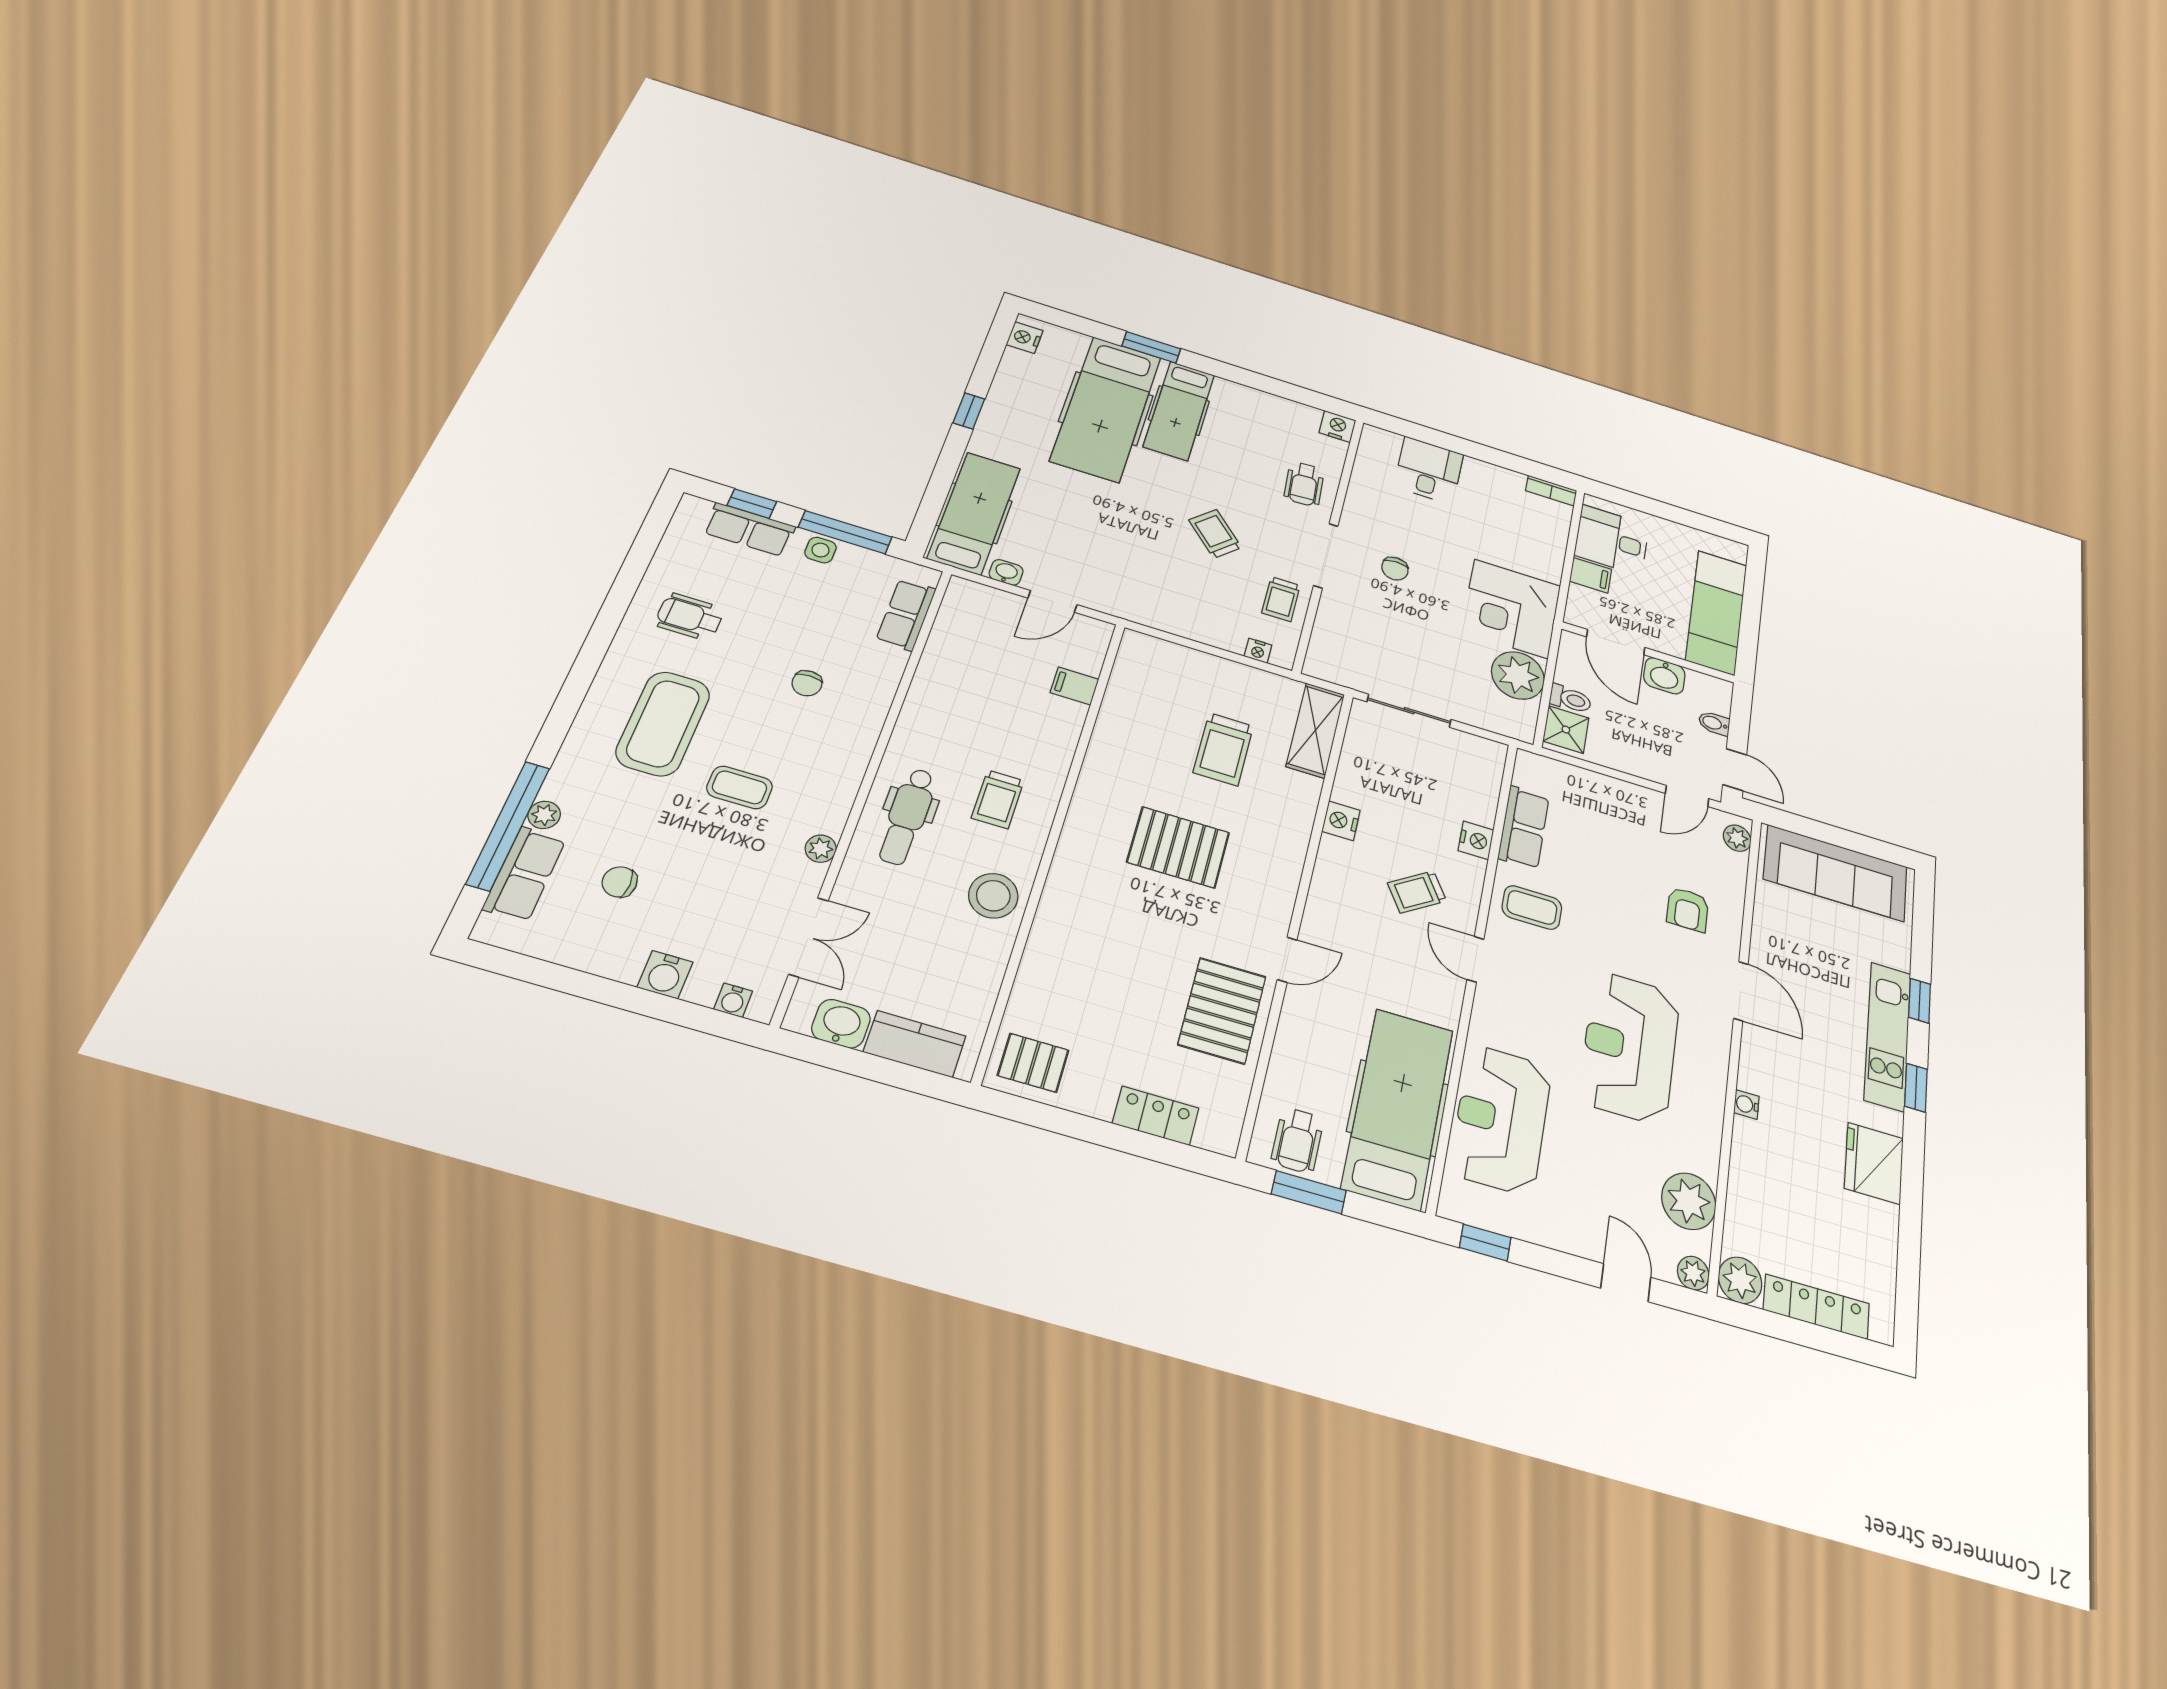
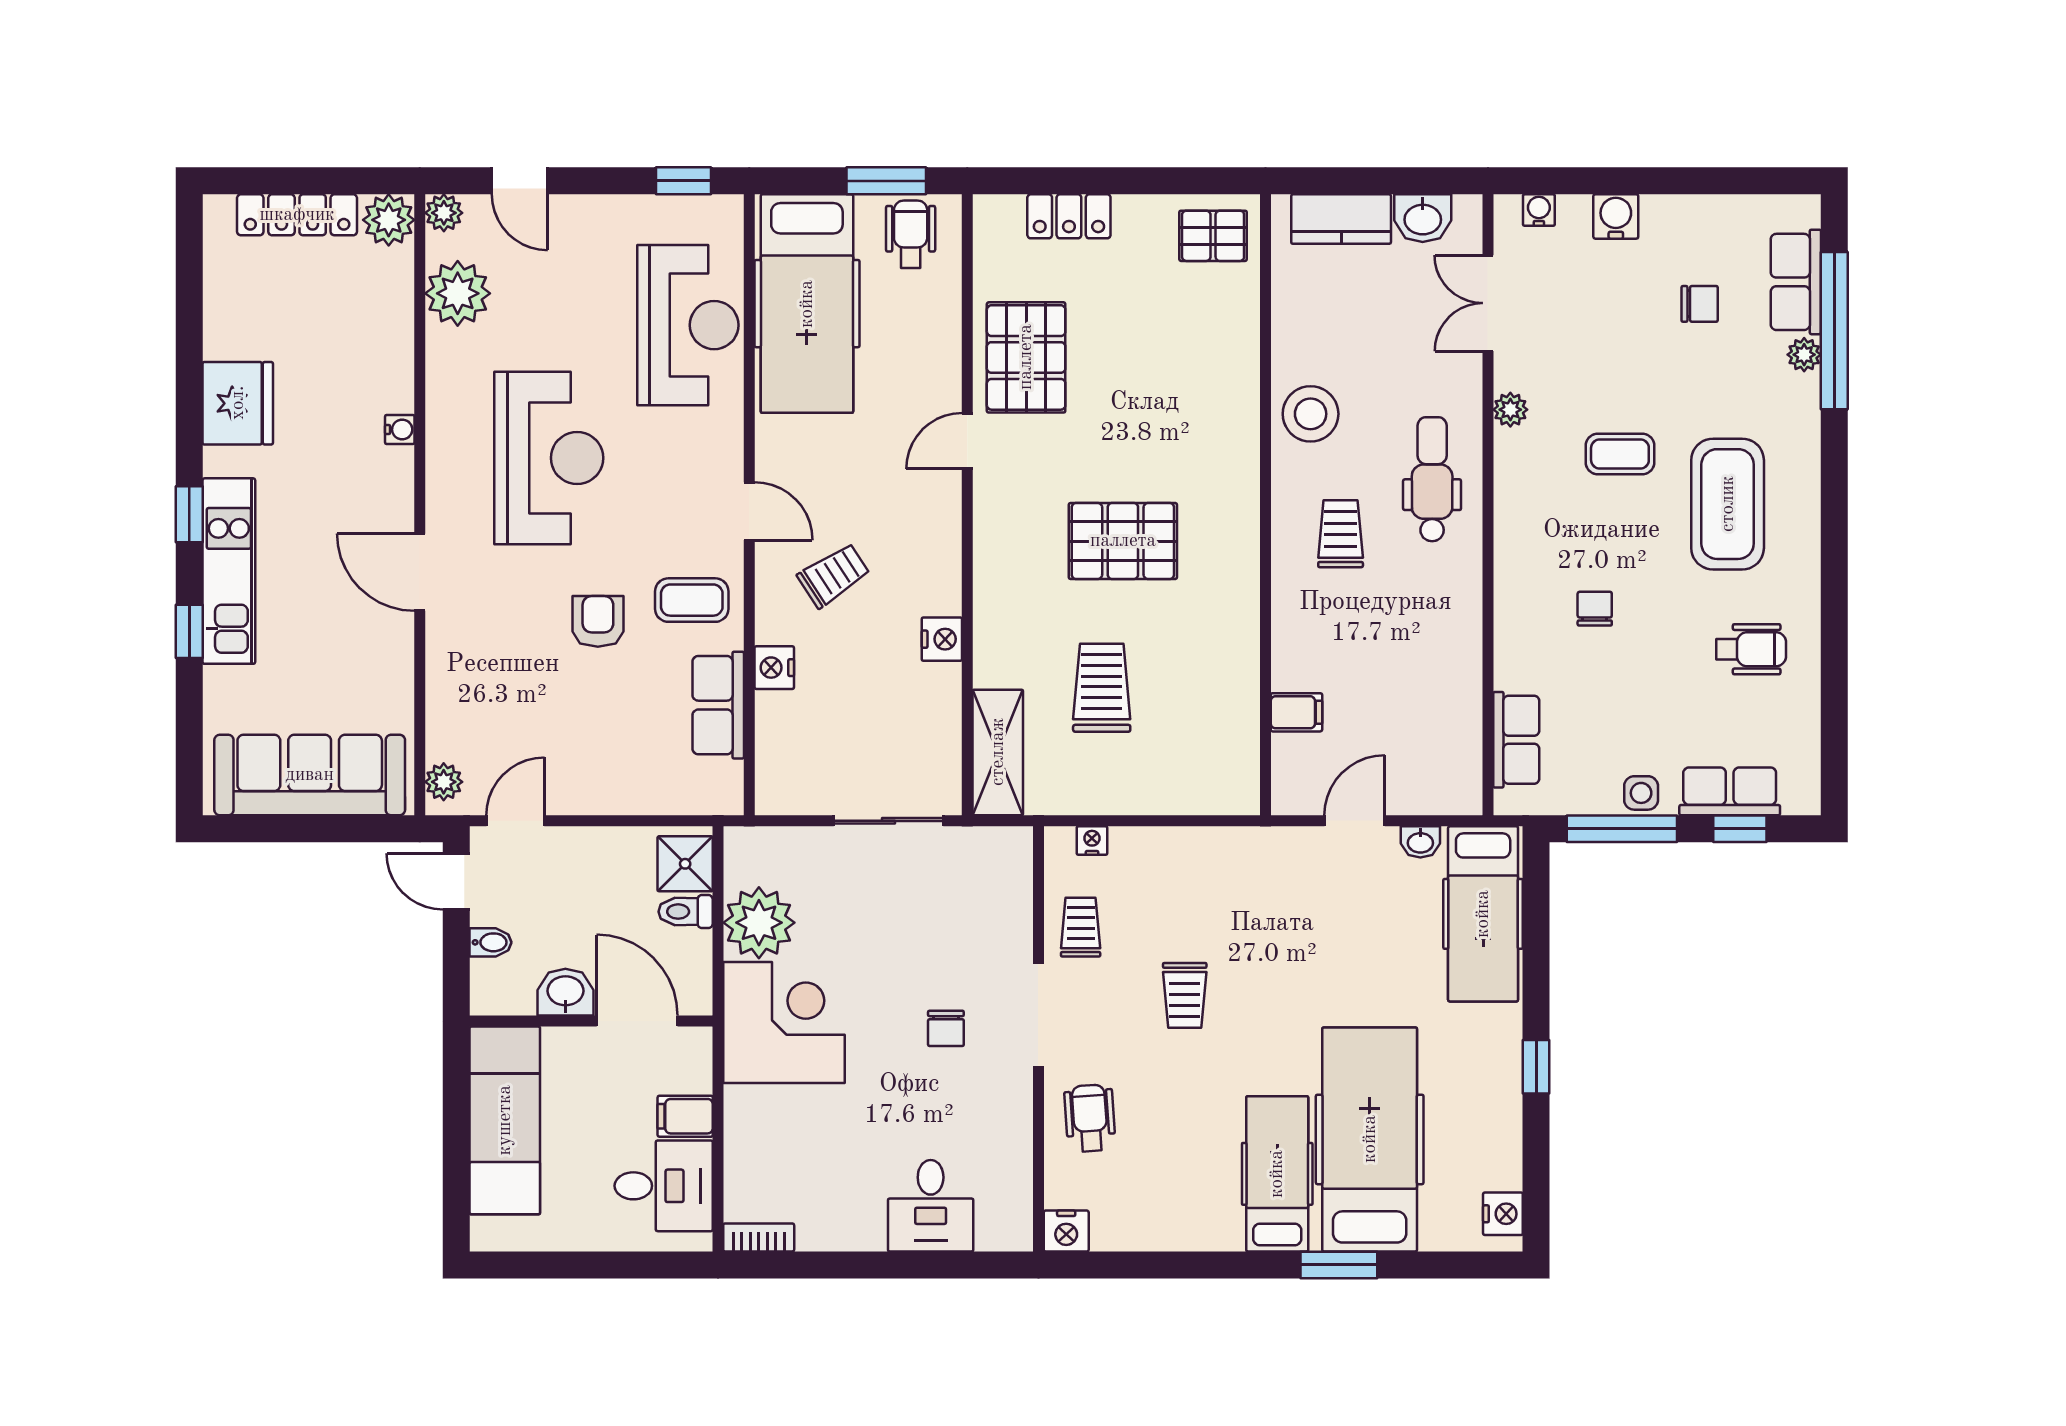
trolley: (1215, 534) -> (1185, 995), turned 44
chair: (1395, 569) -> (946, 1028), turned 180
armchair: (1688, 909) -> (598, 621), moved

